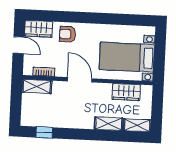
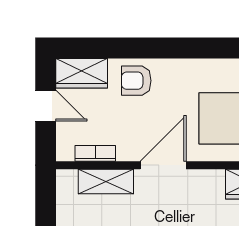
door: (80, 80) -> (163, 165), hinge flipped
shelving: (37, 86) -> (106, 181), moved

